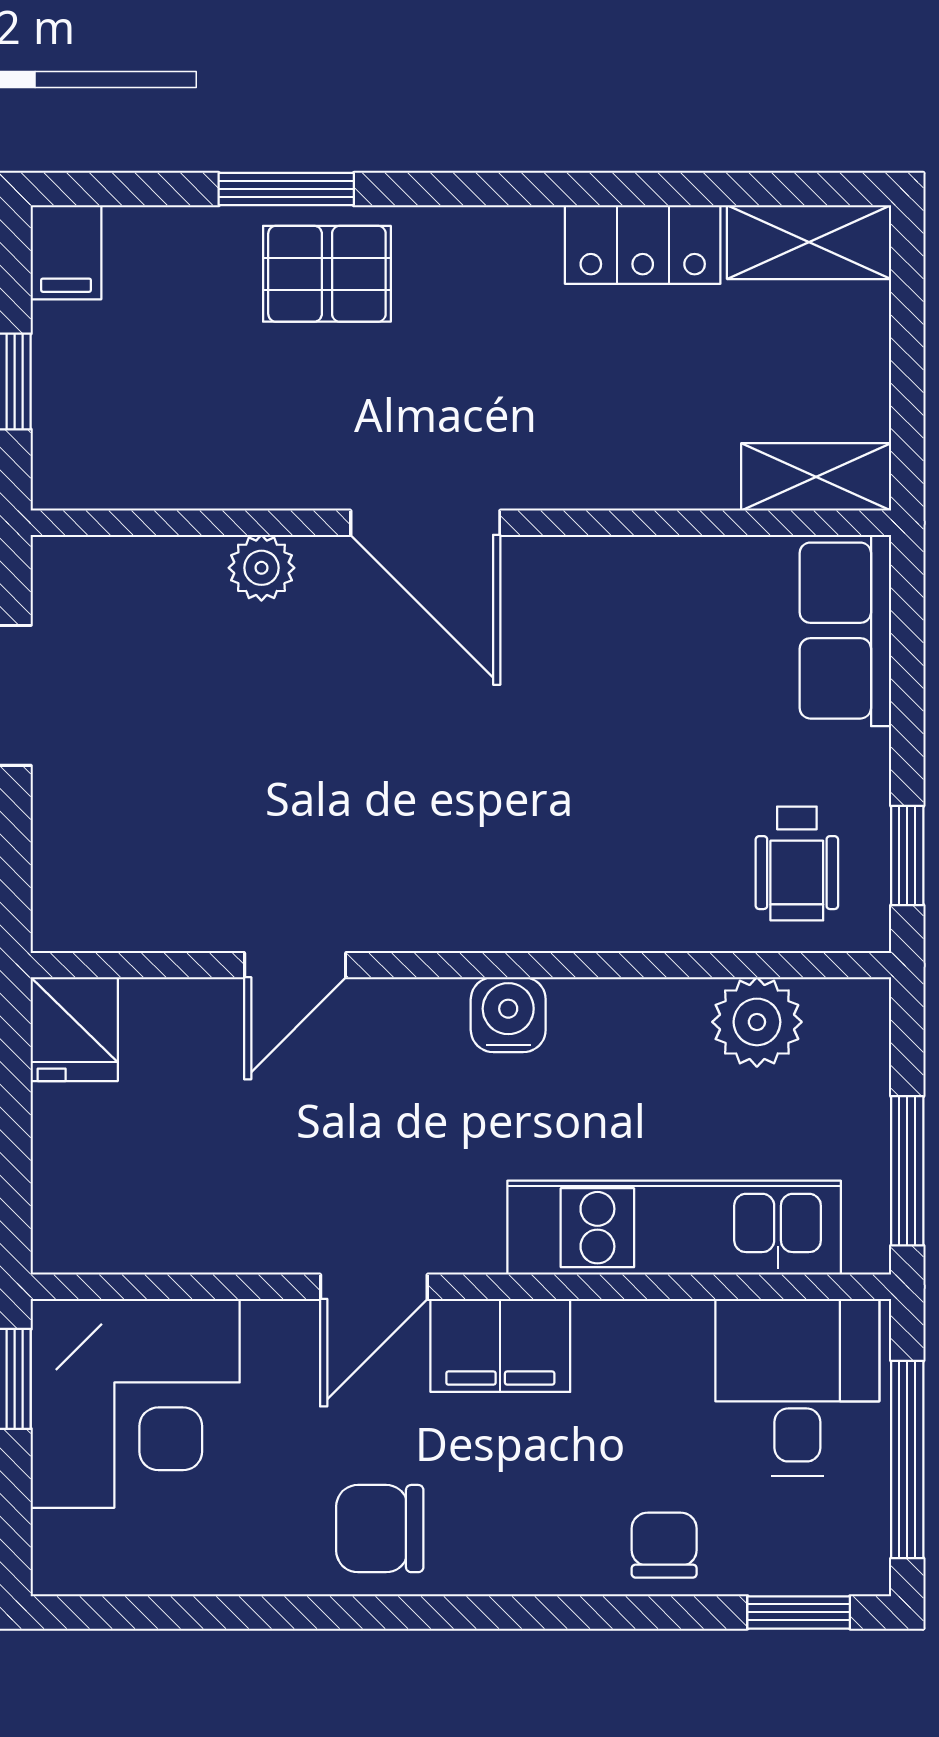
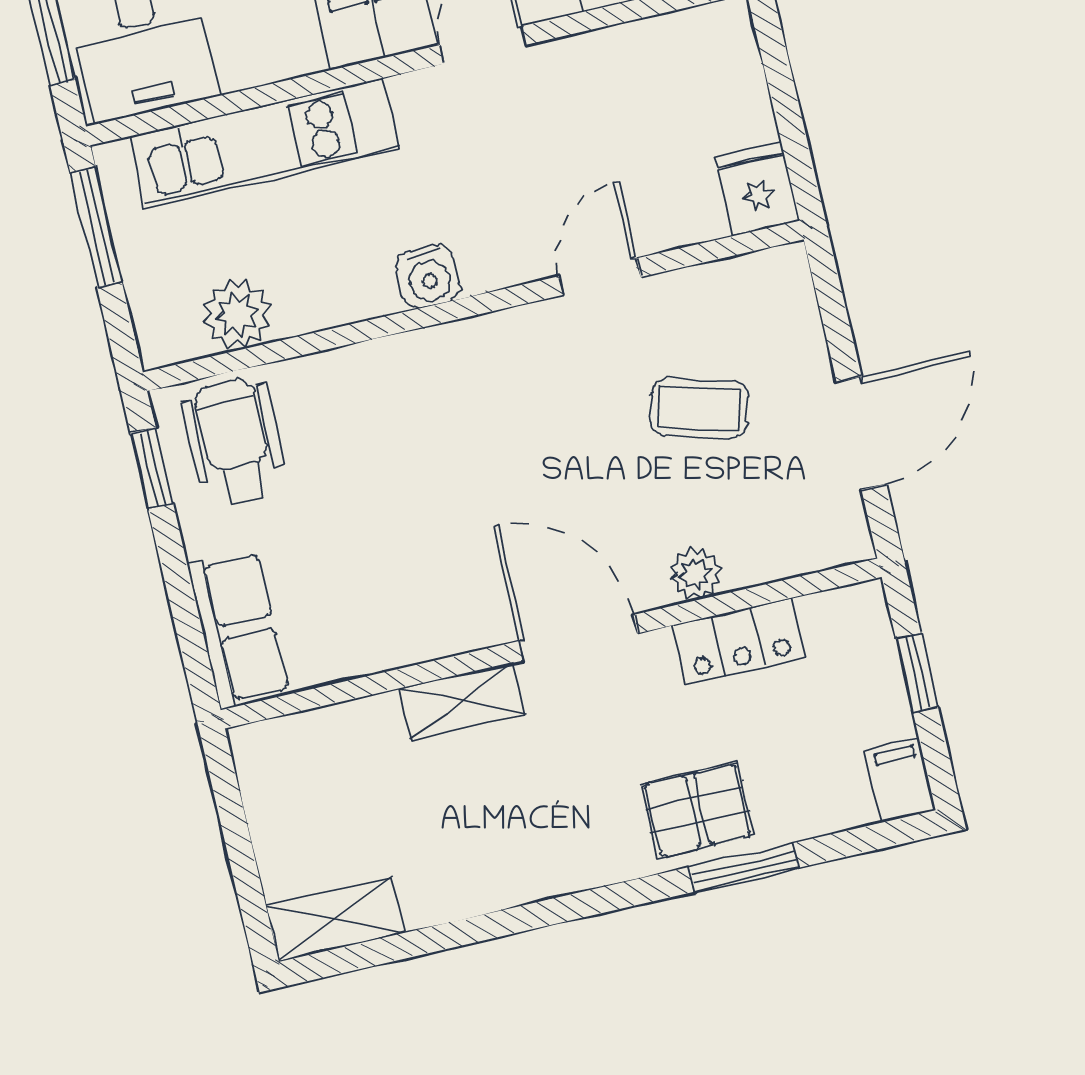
locker: (643, 244) -> (739, 641), moved, turned 180
shelving: (816, 477) -> (463, 701), moved
coffee table: (209, 773) -> (699, 408), added
wheelchair: (797, 863) -> (235, 443), width x1.36, depth x1.37

